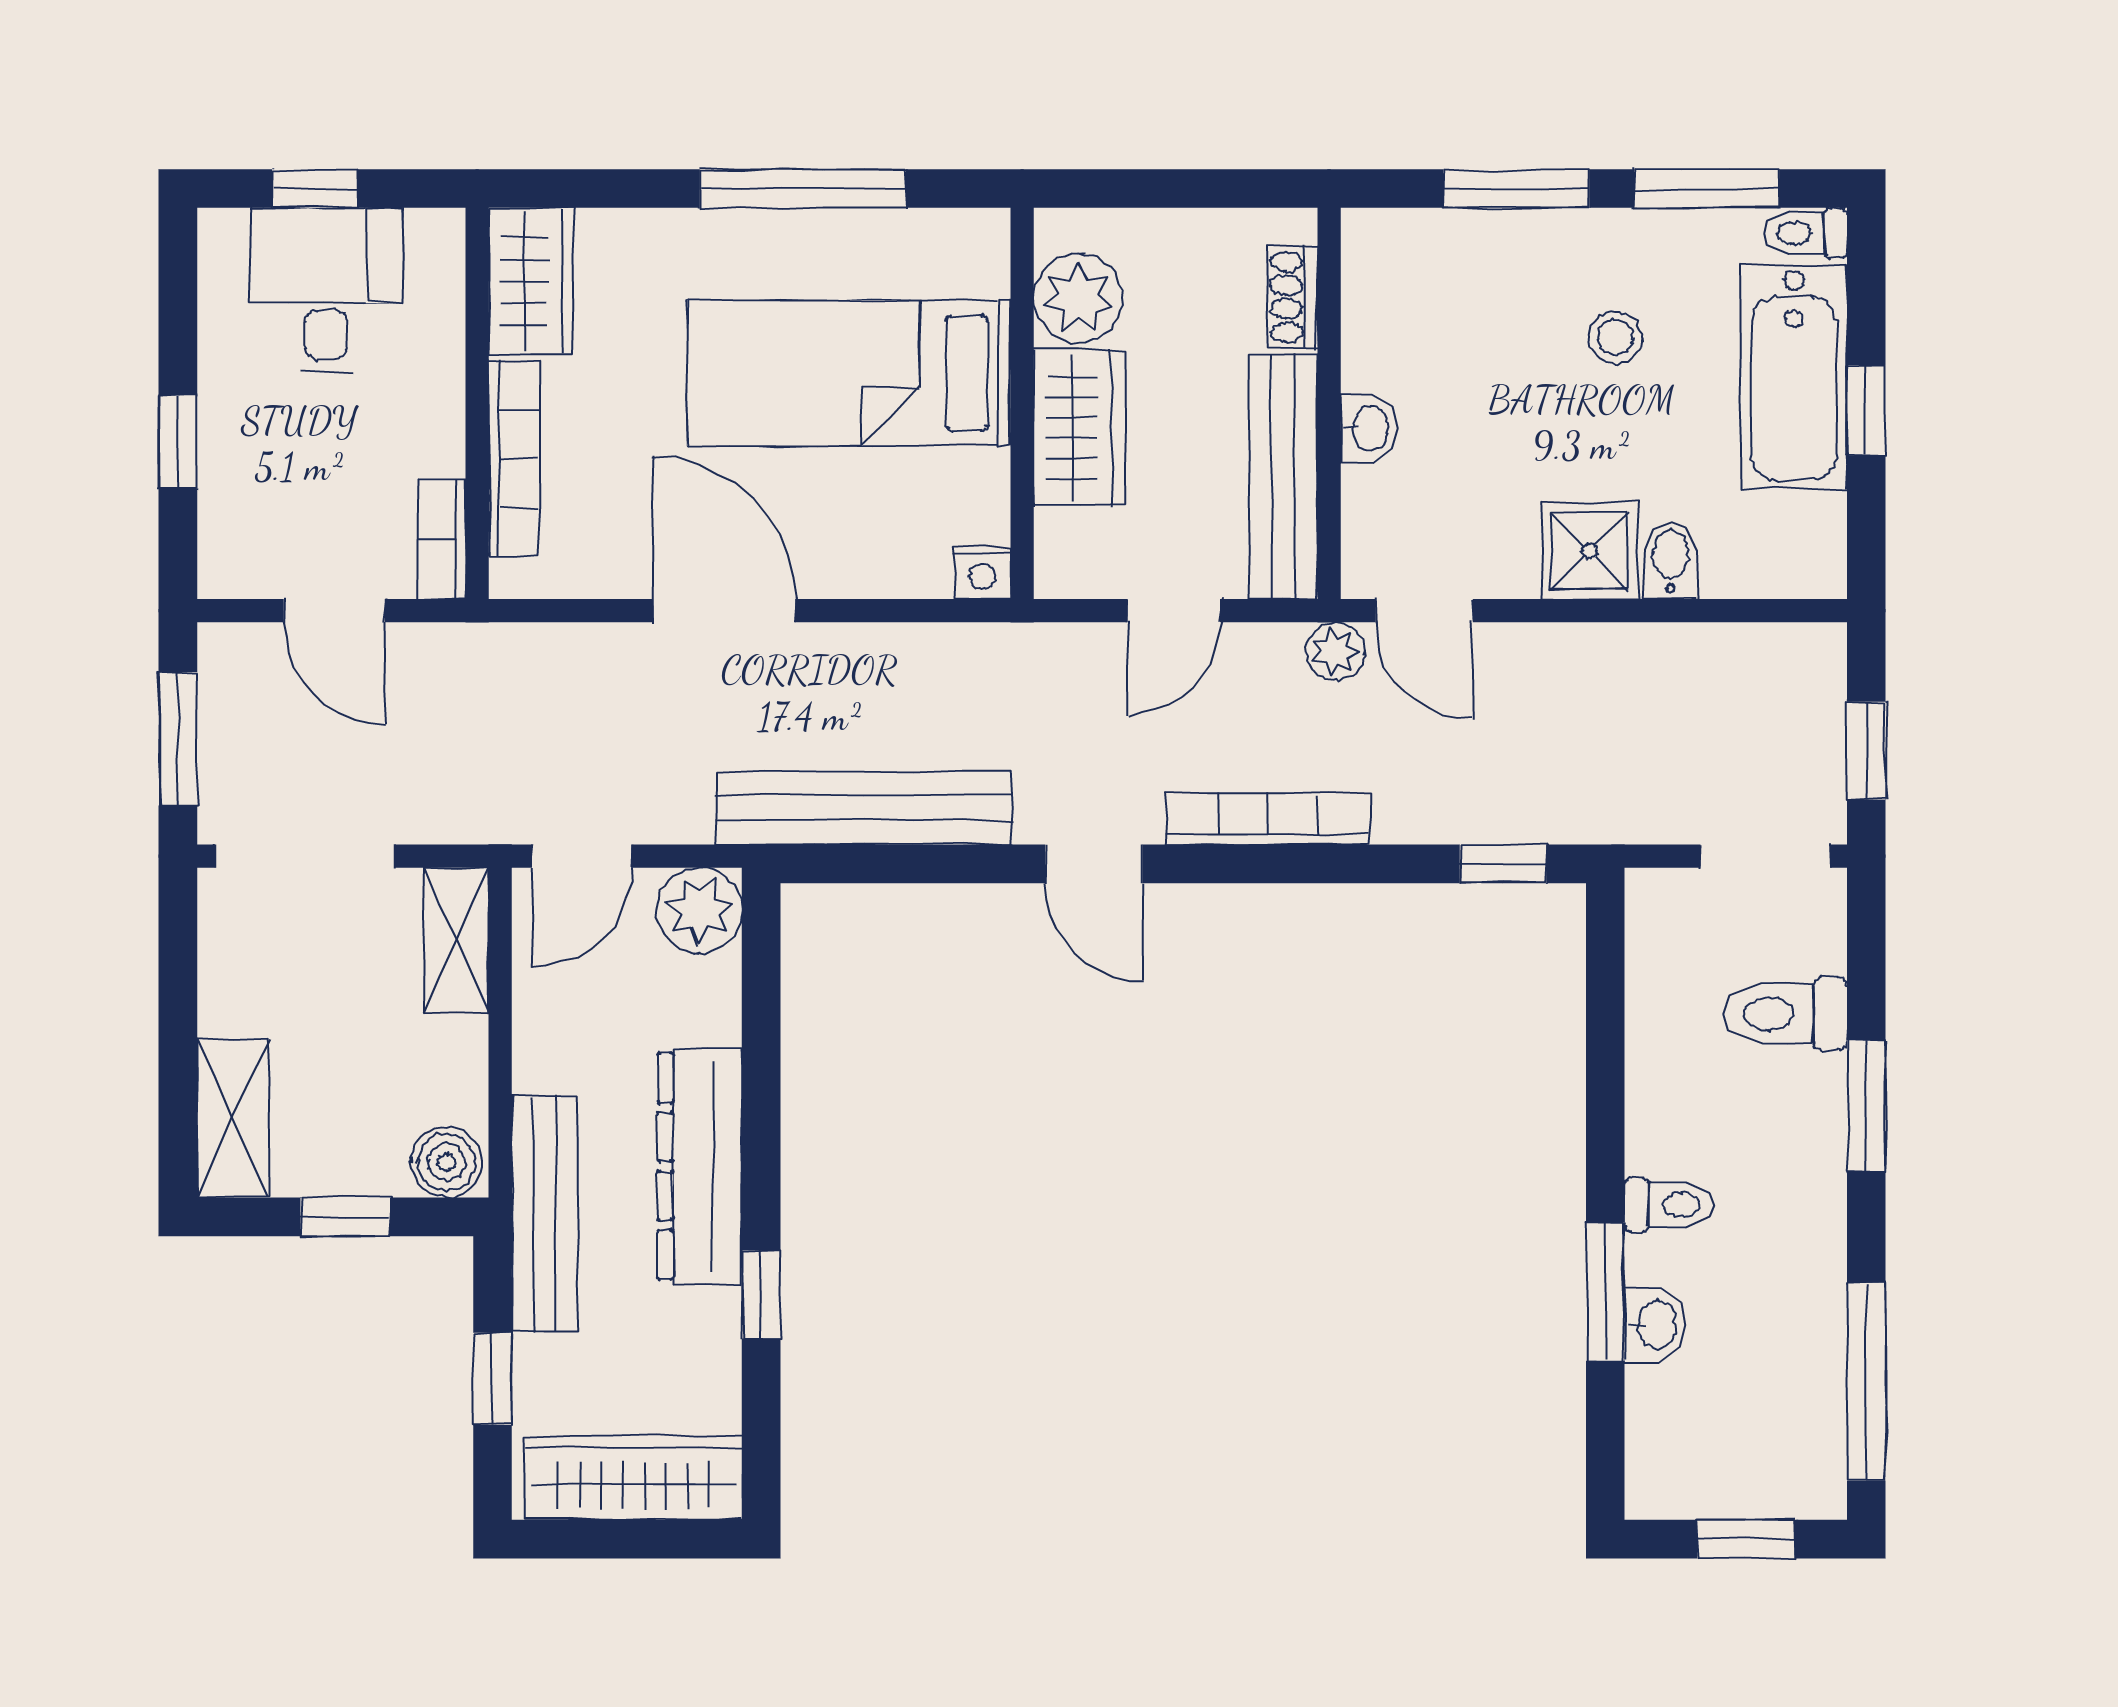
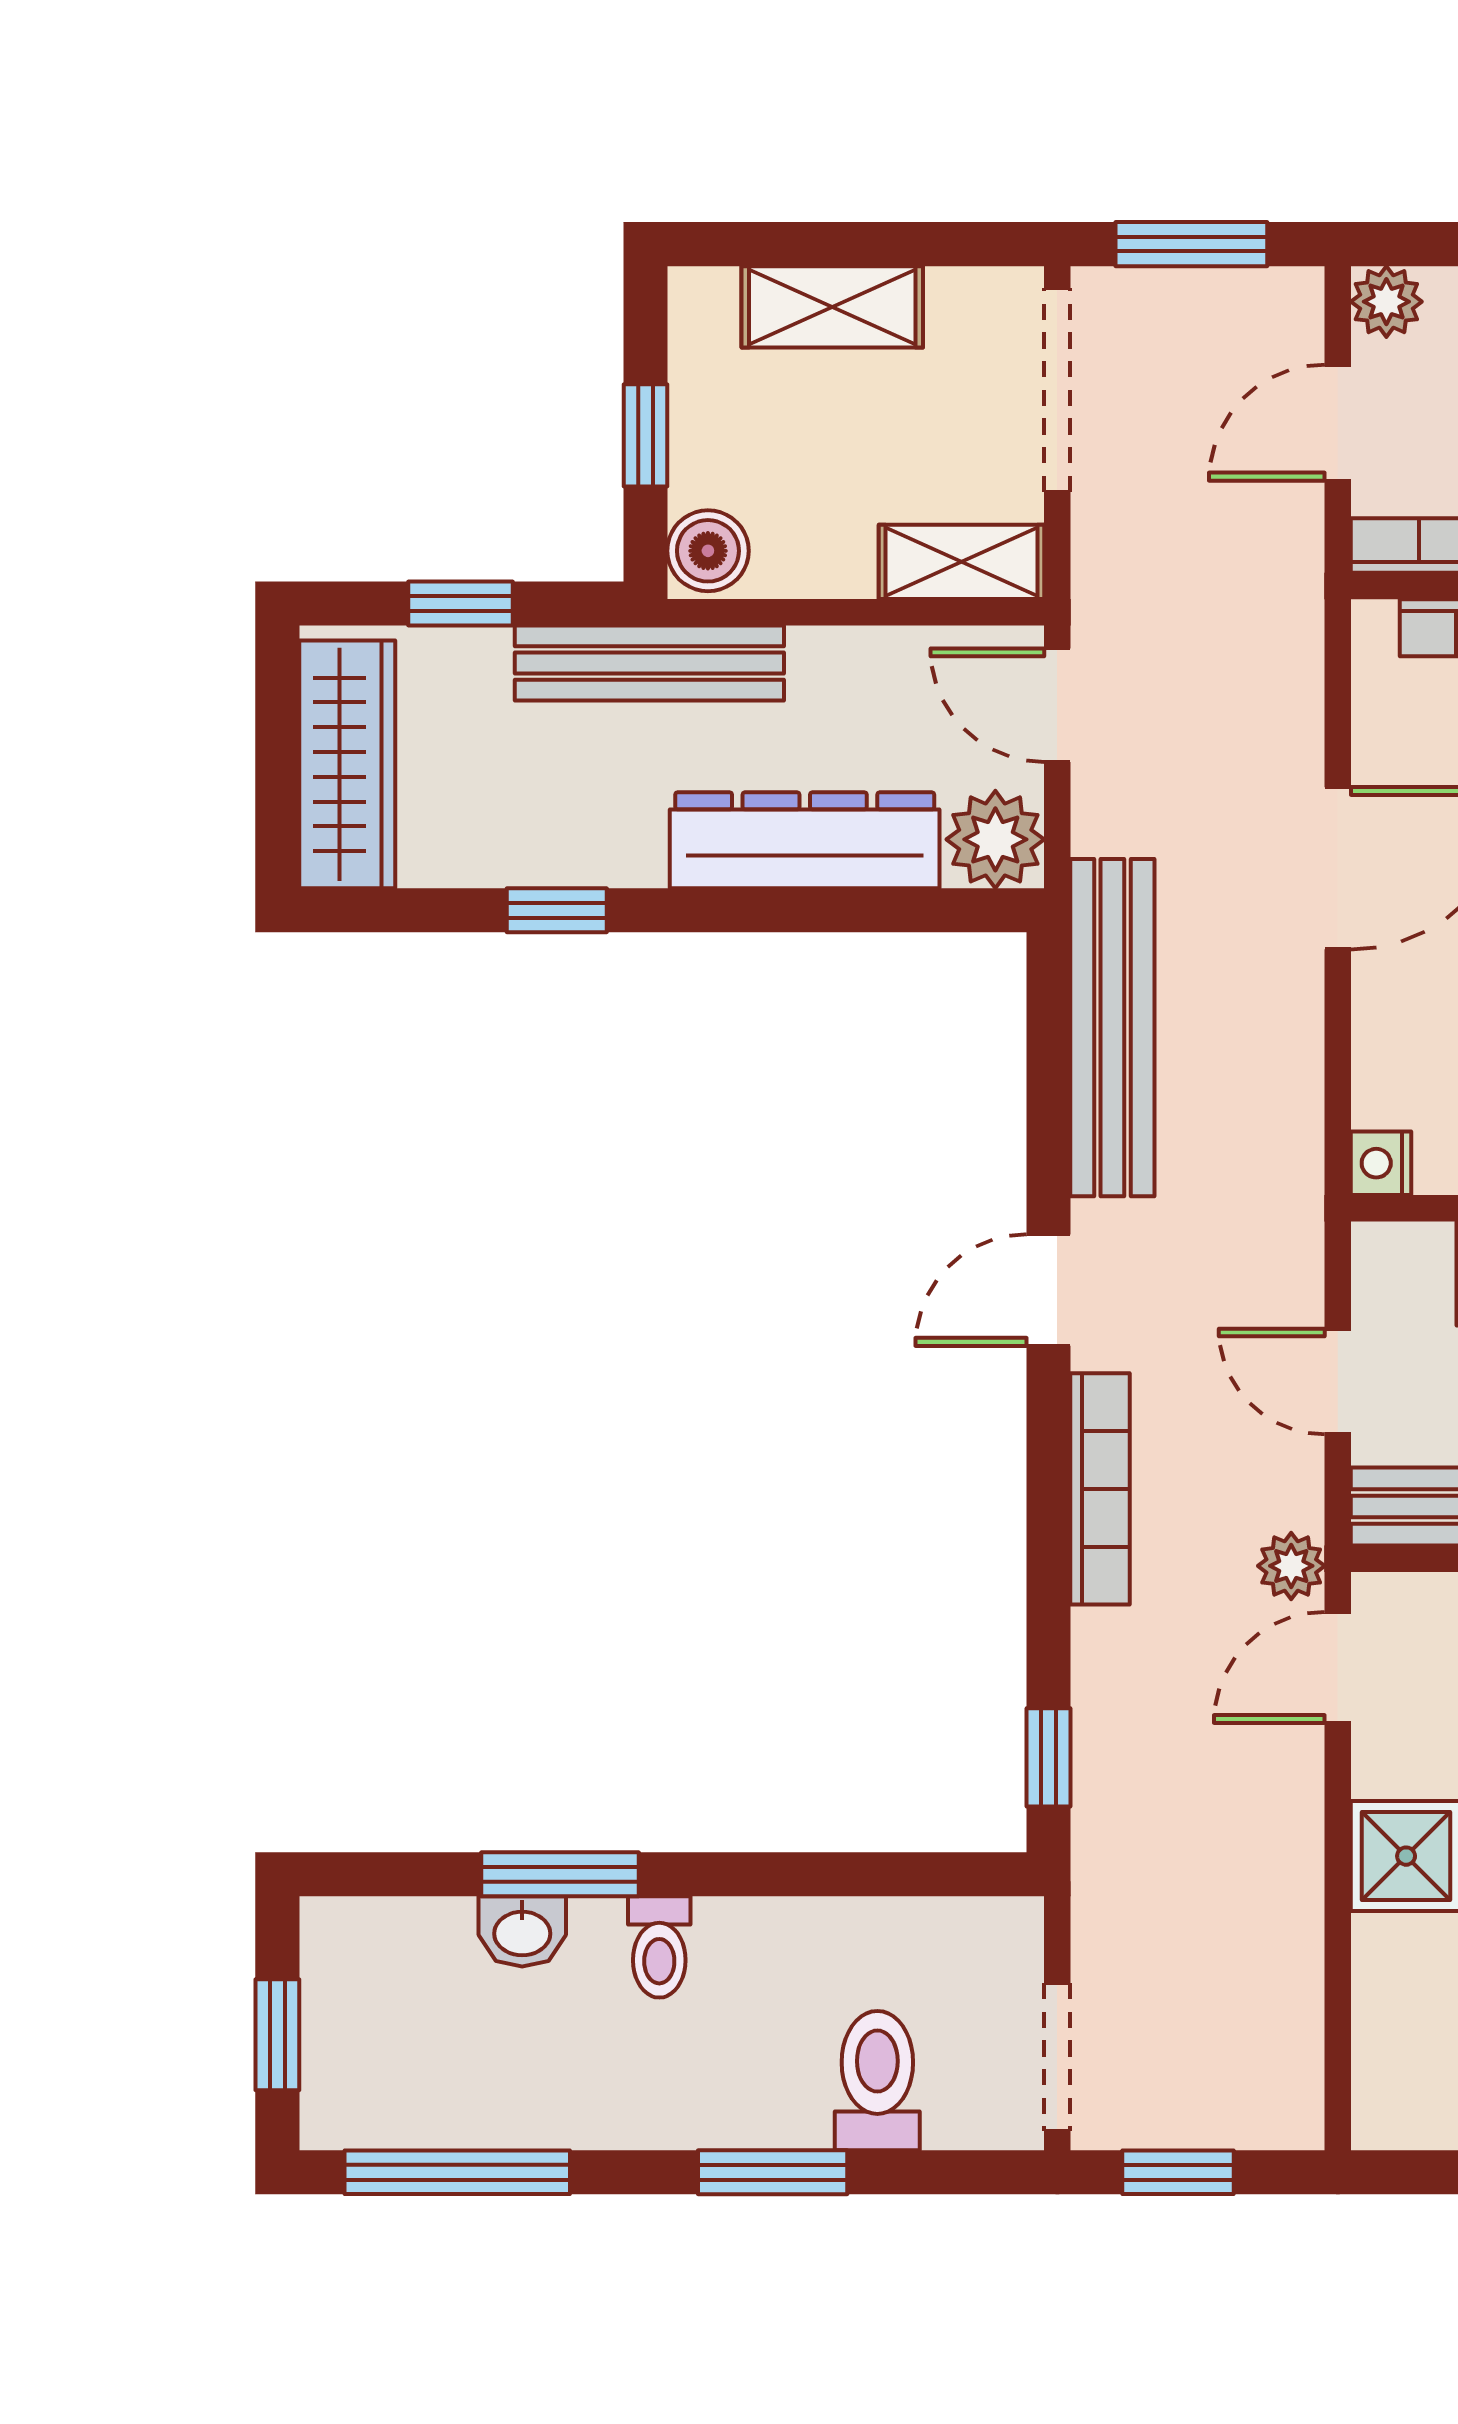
bidet: (1671, 560) -> (1396, 1949), removed
plant: (228, 568) -> (1386, 302), added
shelving: (233, 1118) -> (832, 307), moved
dresser: (700, 1166) -> (805, 840), moved

